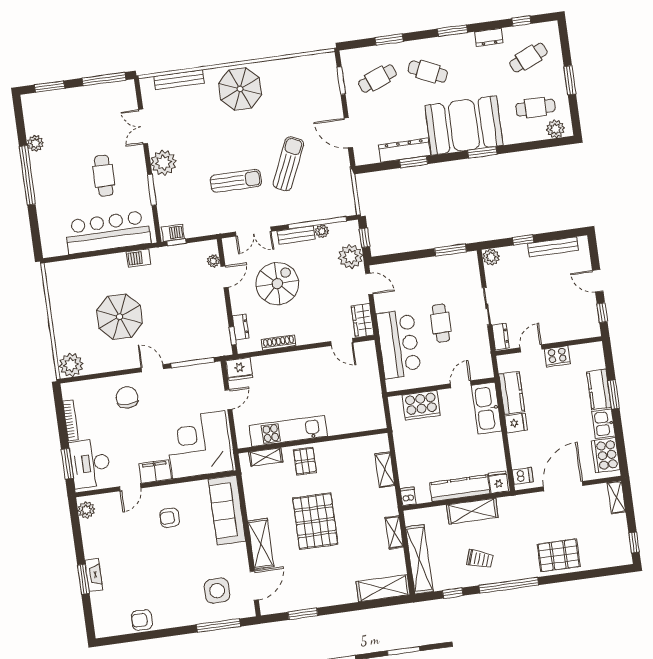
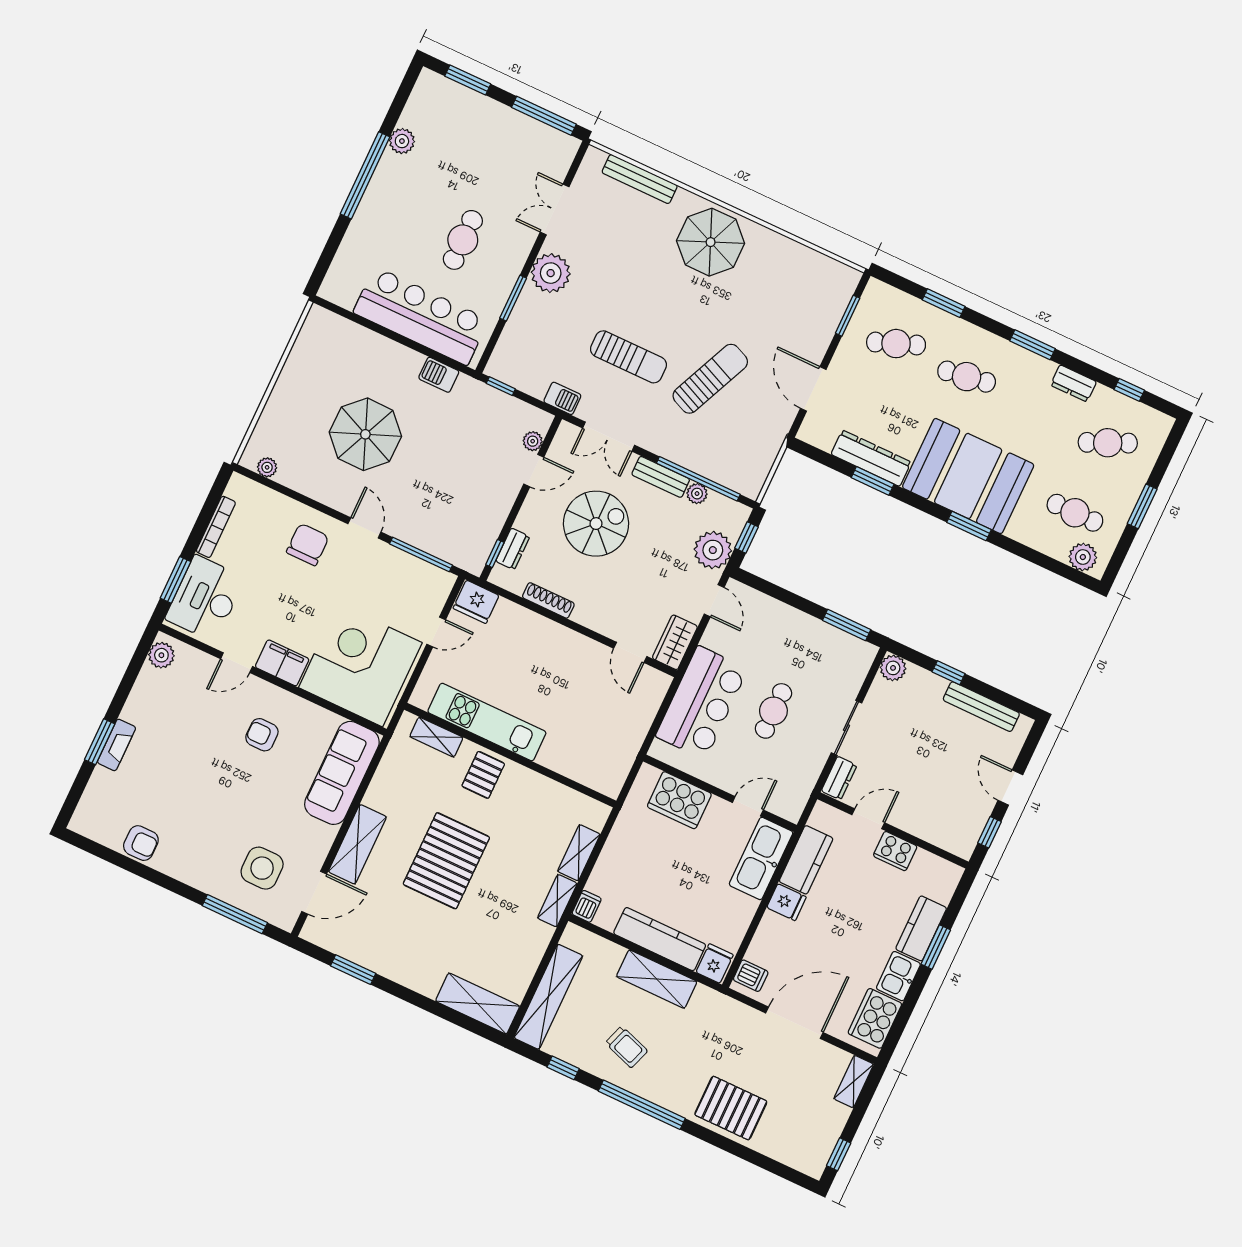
cafe table: (428, 72) -> (967, 377), turned -33
barbecue: (173, 233) -> (562, 398), moved
plant: (71, 365) -> (267, 467), width x0.53, depth x0.53
shelving: (394, 532) -> (557, 901), moved
armchair: (142, 620) -> (141, 843), turned 180

